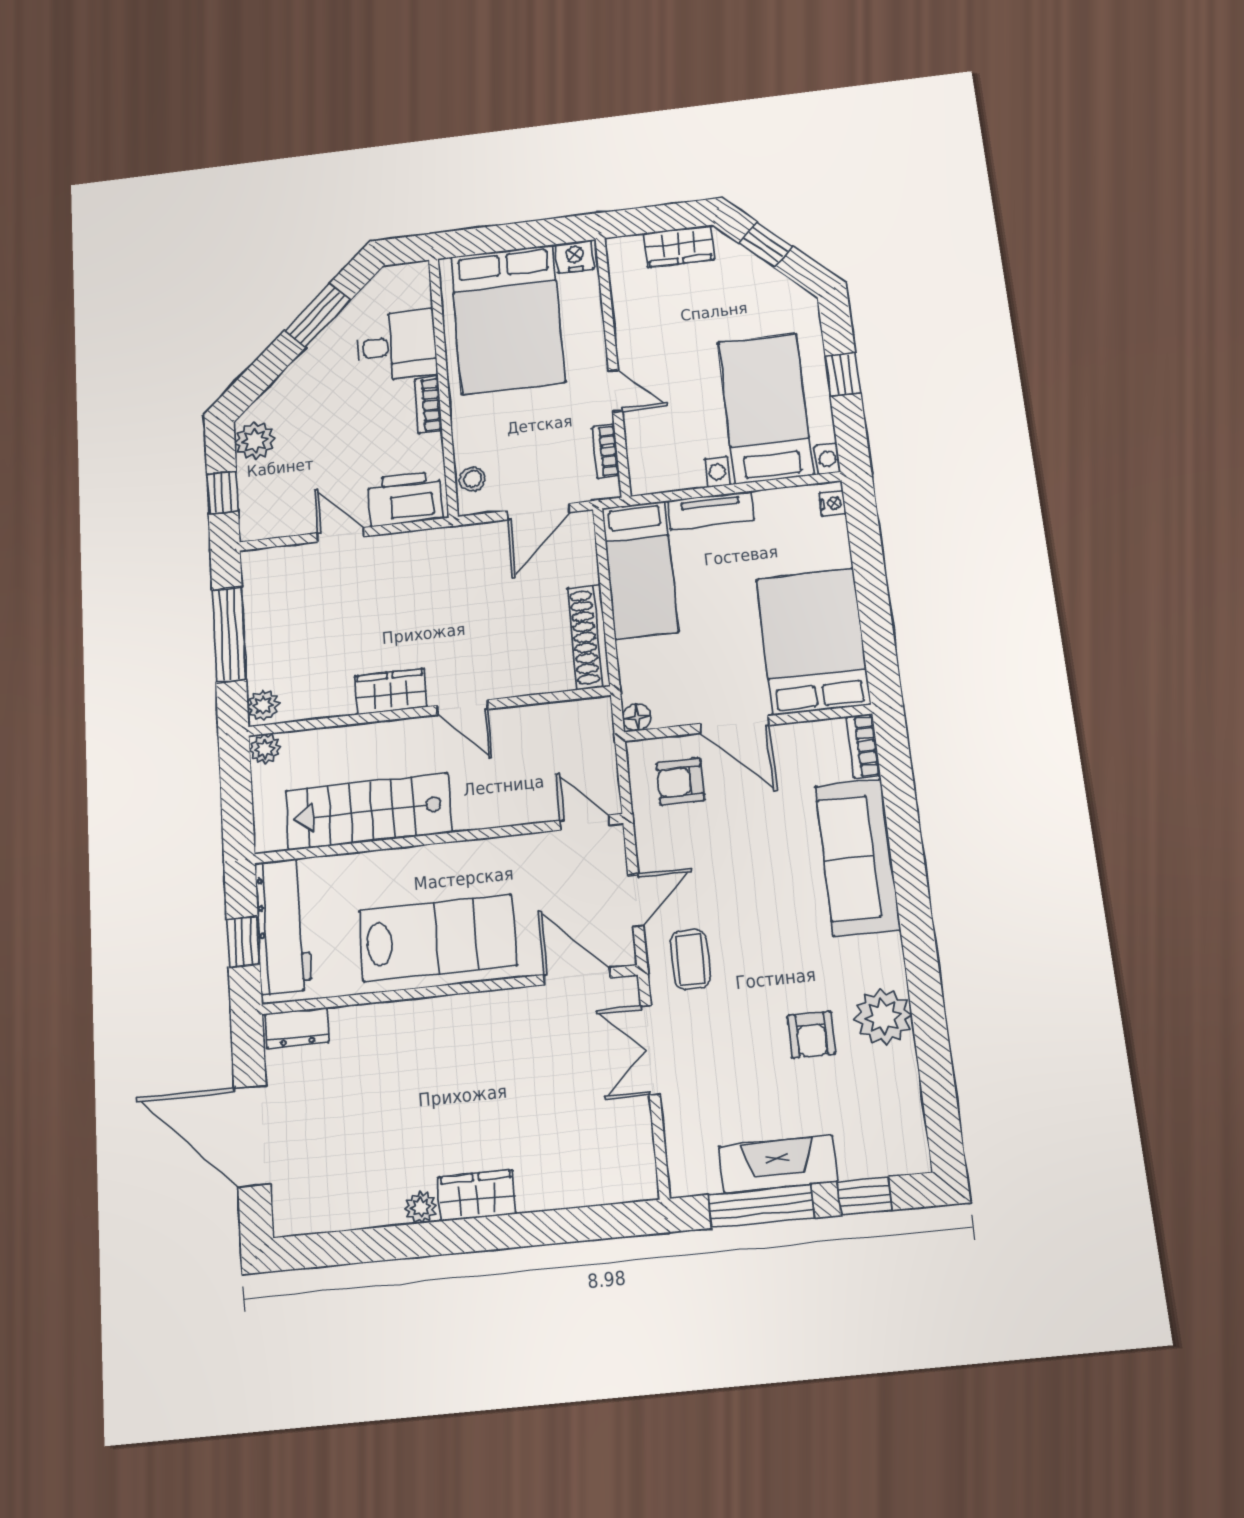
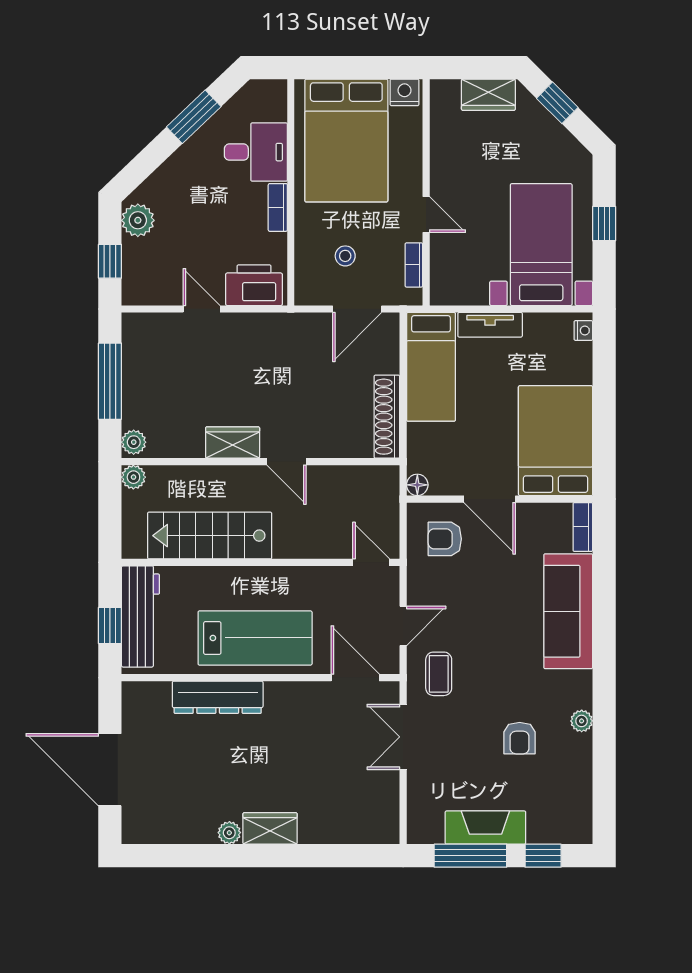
stool: (472, 479) -> (345, 256), moved
plant: (883, 1017) -> (582, 721), width x0.53, depth x0.53
dresser: (297, 1028) -> (218, 697), moved, width x1.96, depth x1.24

